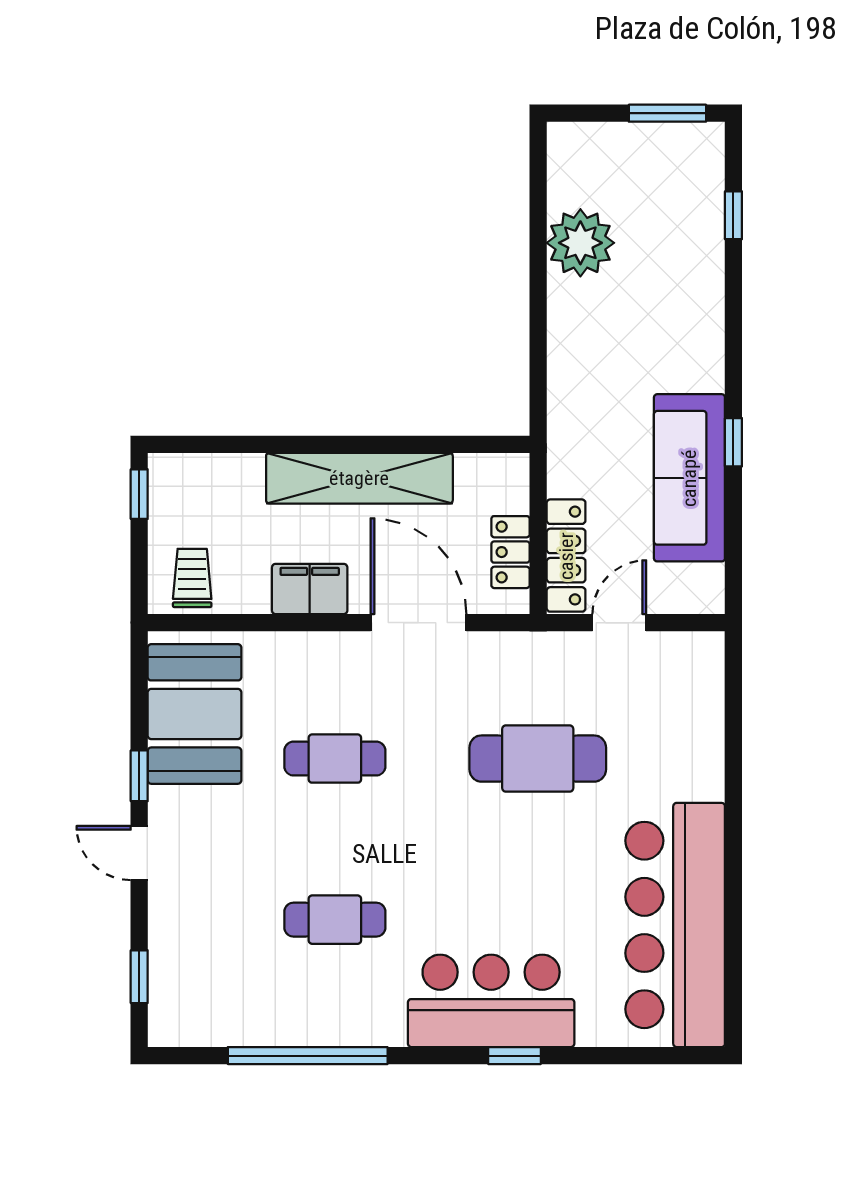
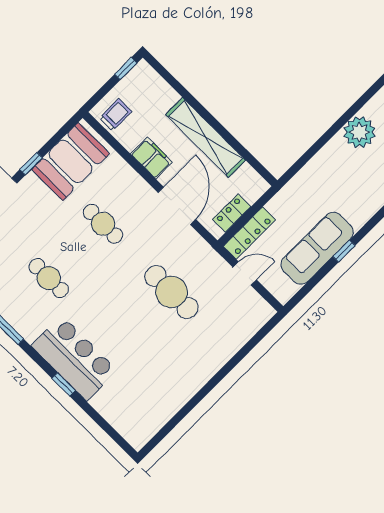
bar counter: (675, 925) -> (162, 394), removed

